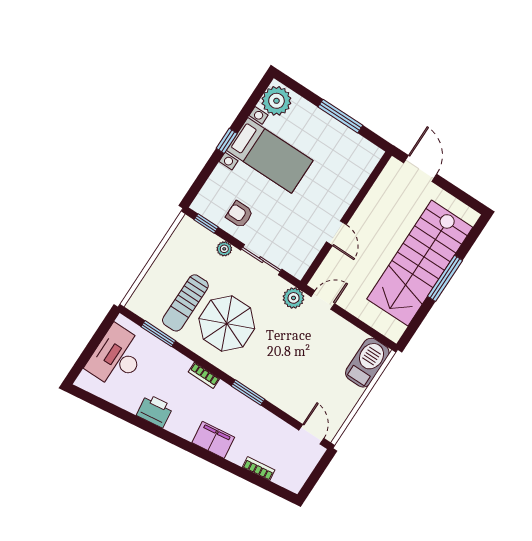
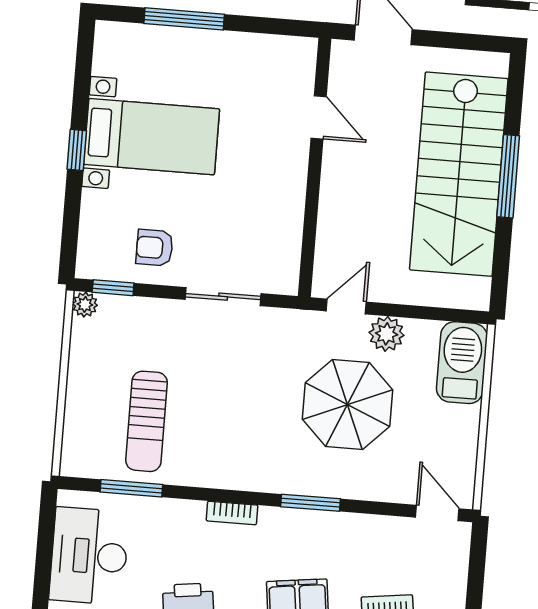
plant: (276, 101) -> (118, 51), removed
window: (340, 116) -> (184, 19), moved
door: (336, 233) -> (319, 117), moved
plant: (224, 249) -> (85, 304), moved
plant: (294, 298) -> (387, 334), moved
parasol: (227, 324) -> (347, 404), moved

